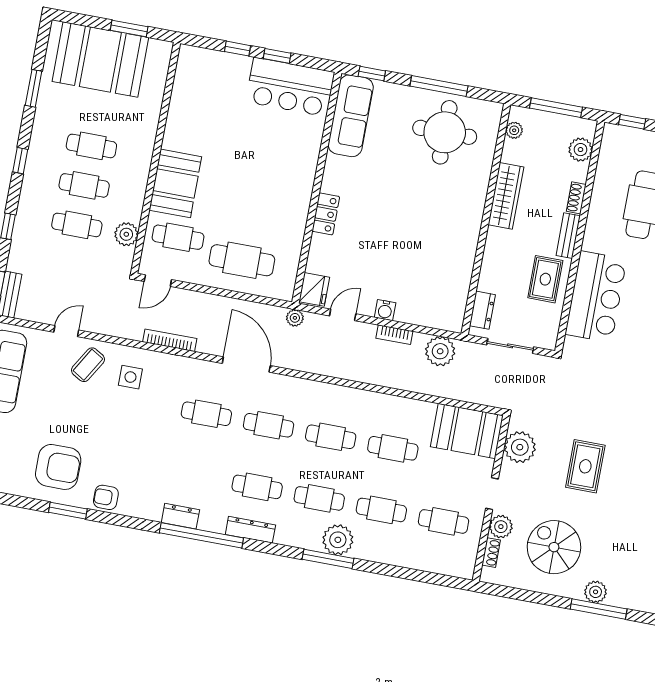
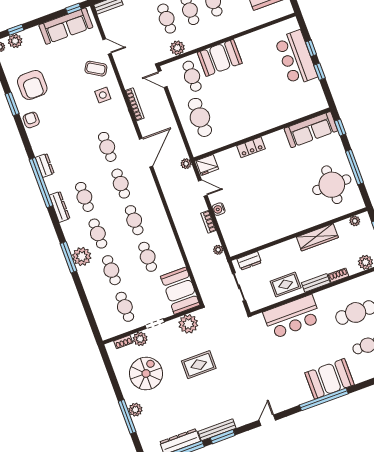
bar counter: (290, 87) -> (296, 58), moved
plant: (440, 351) -> (218, 250), width x0.53, depth x0.53

